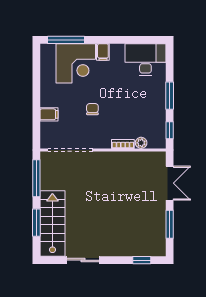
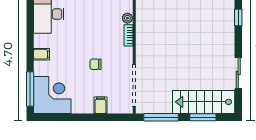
corner desk: (76, 63) -> (52, 95), moved

